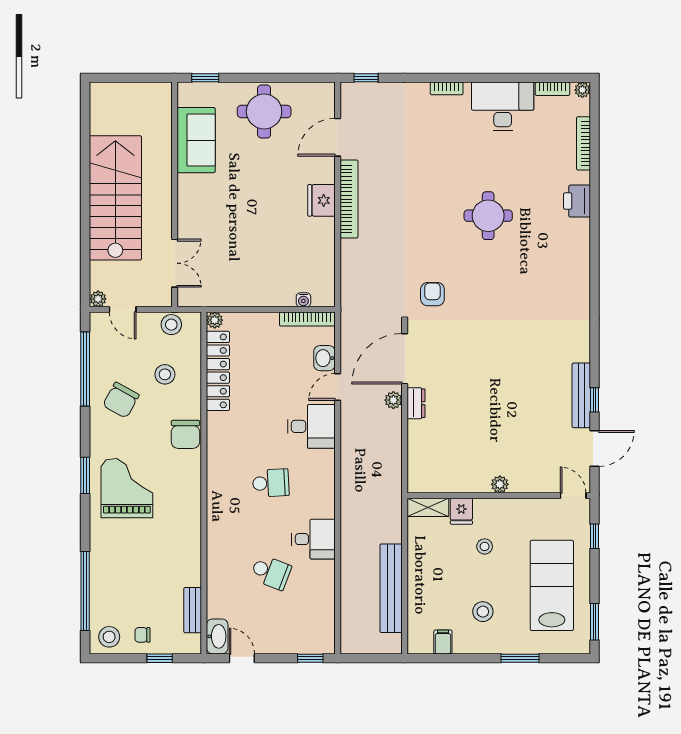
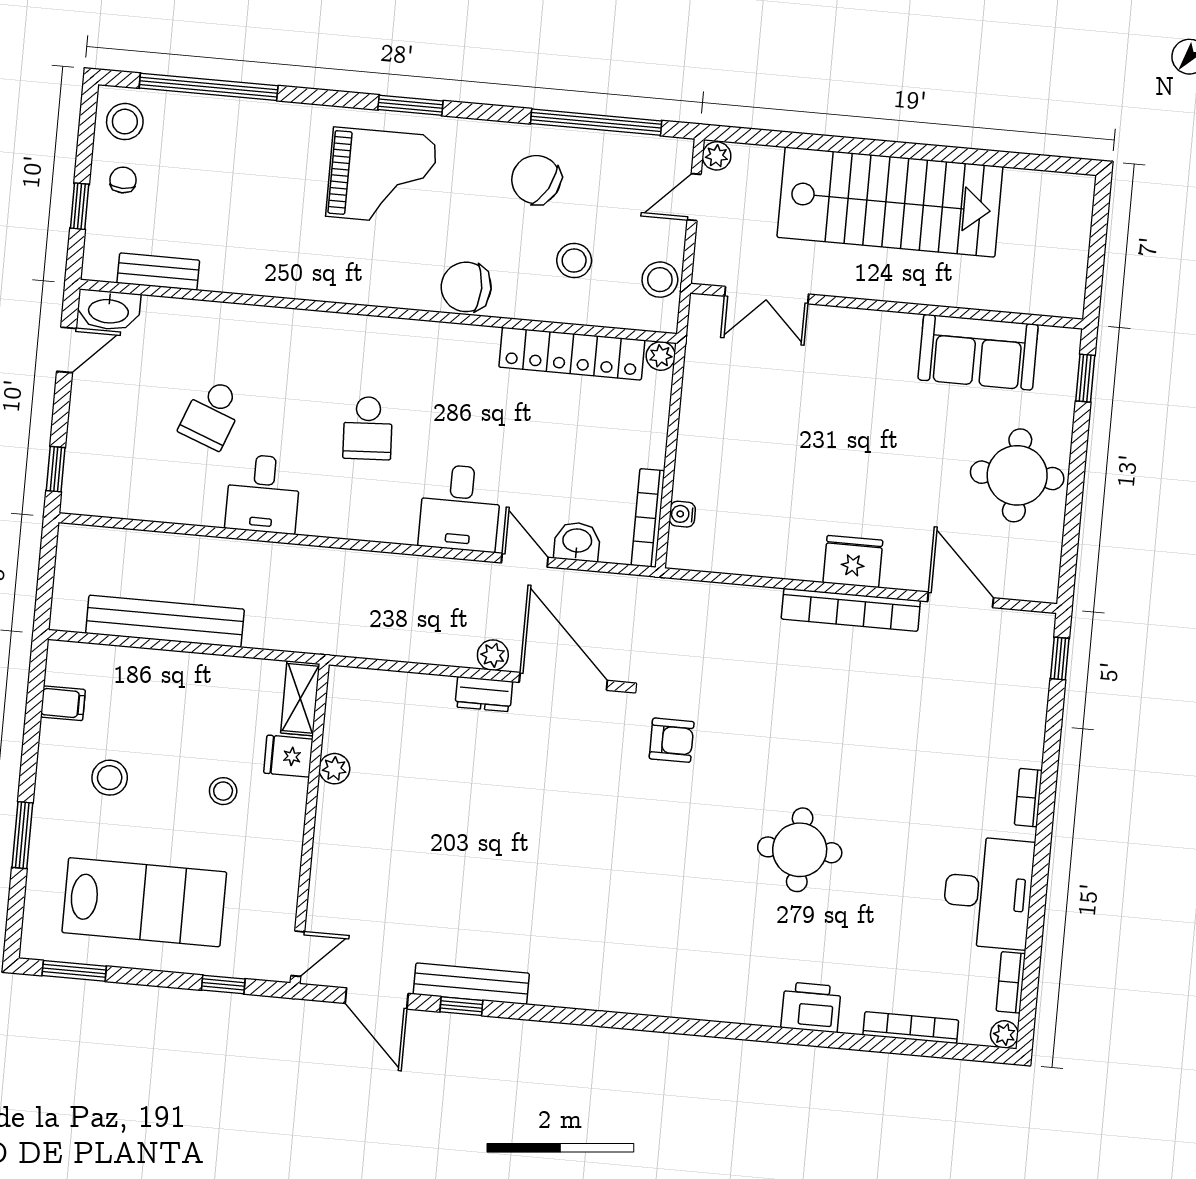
plant: (500, 484) -> (334, 769), moved

